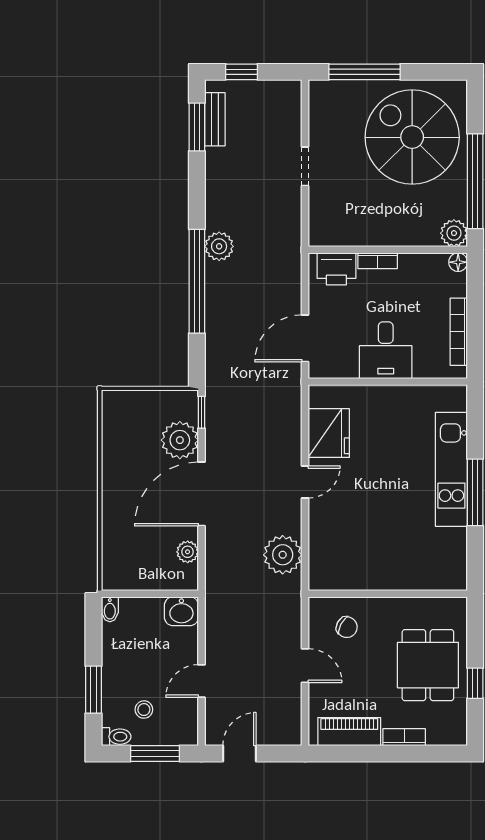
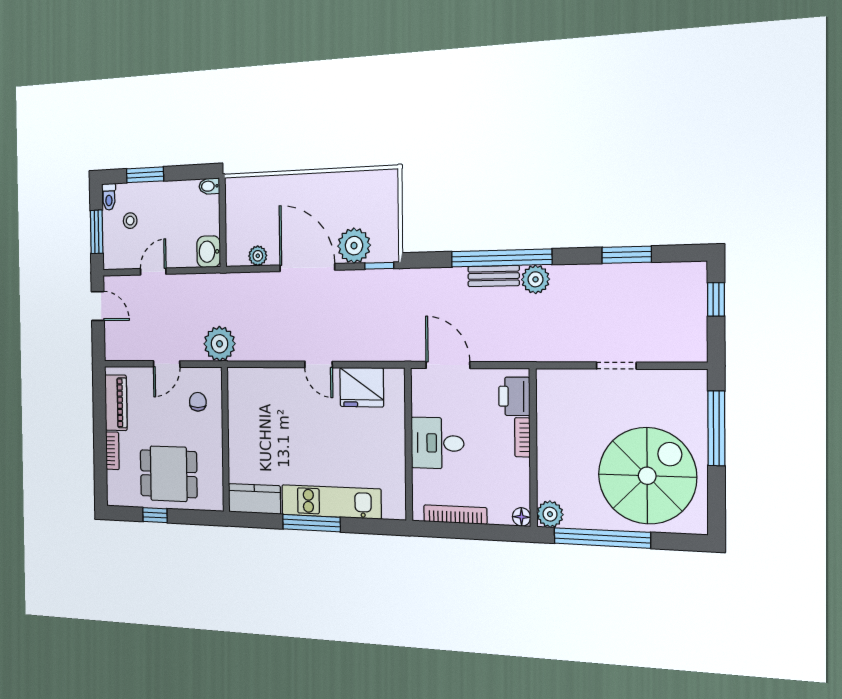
bench: (215, 119) -> (494, 276), moved
window: (197, 127) -> (627, 255), moved
plant: (283, 555) -> (220, 344), moved
kitchen counter: (452, 559) -> (254, 499), added
chair: (347, 627) -> (198, 402), turned 152
door: (202, 681) -> (153, 271), hinge flipped

